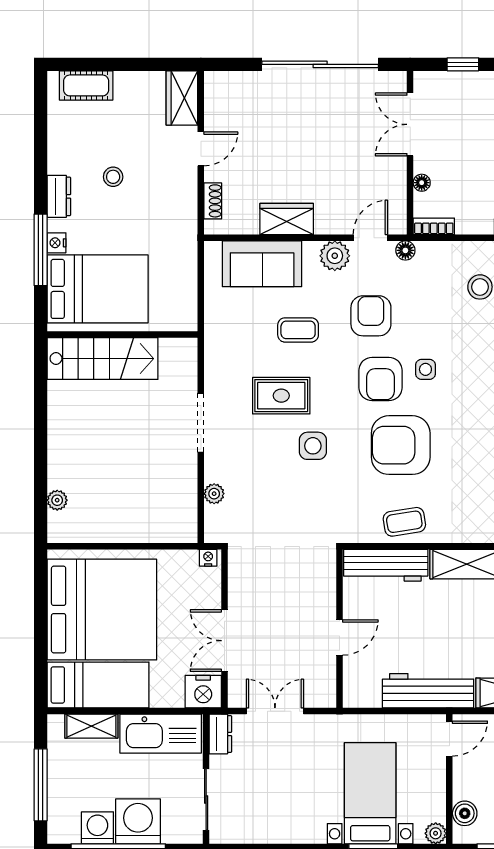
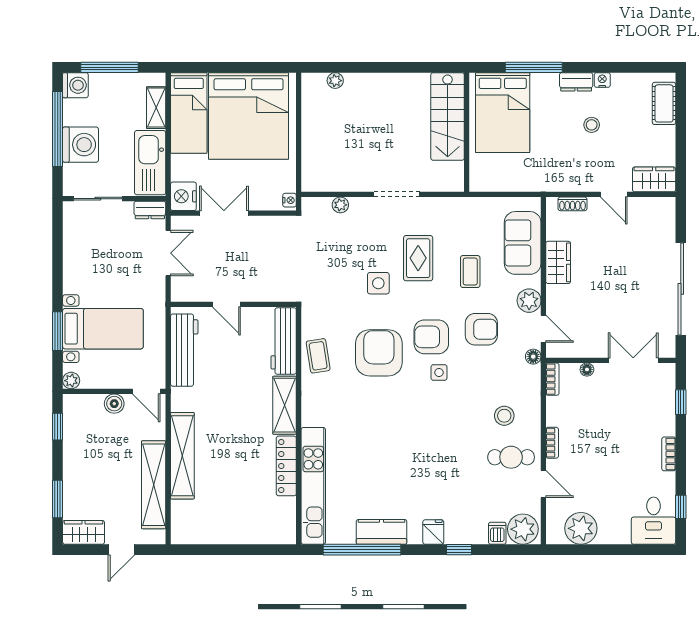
nightstand: (57, 243) -> (602, 80), moved
workbench: (428, 691) -> (184, 350), moved
boiler: (465, 813) -> (114, 404), moved
washing machine: (97, 828) -> (75, 85), moved

